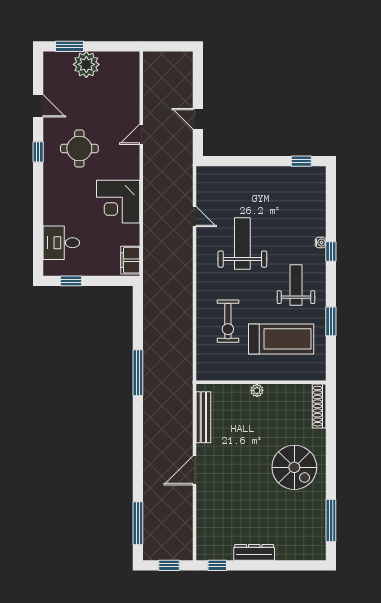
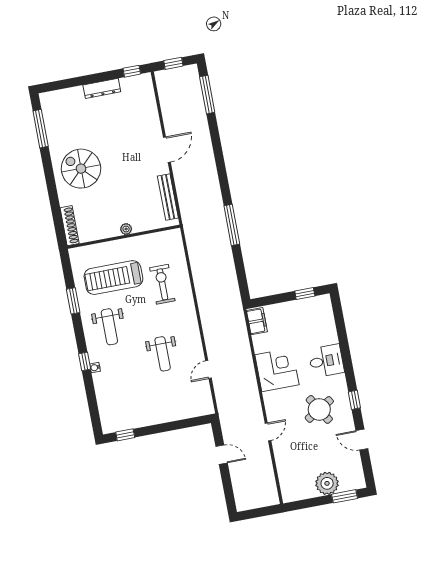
round table: (79, 148) -> (319, 409), turned -31
door: (195, 216) -> (208, 369), hinge flipped
desk: (61, 243) -> (326, 361), moved
weight bench: (242, 244) -> (163, 354), width x0.73, depth x0.75

